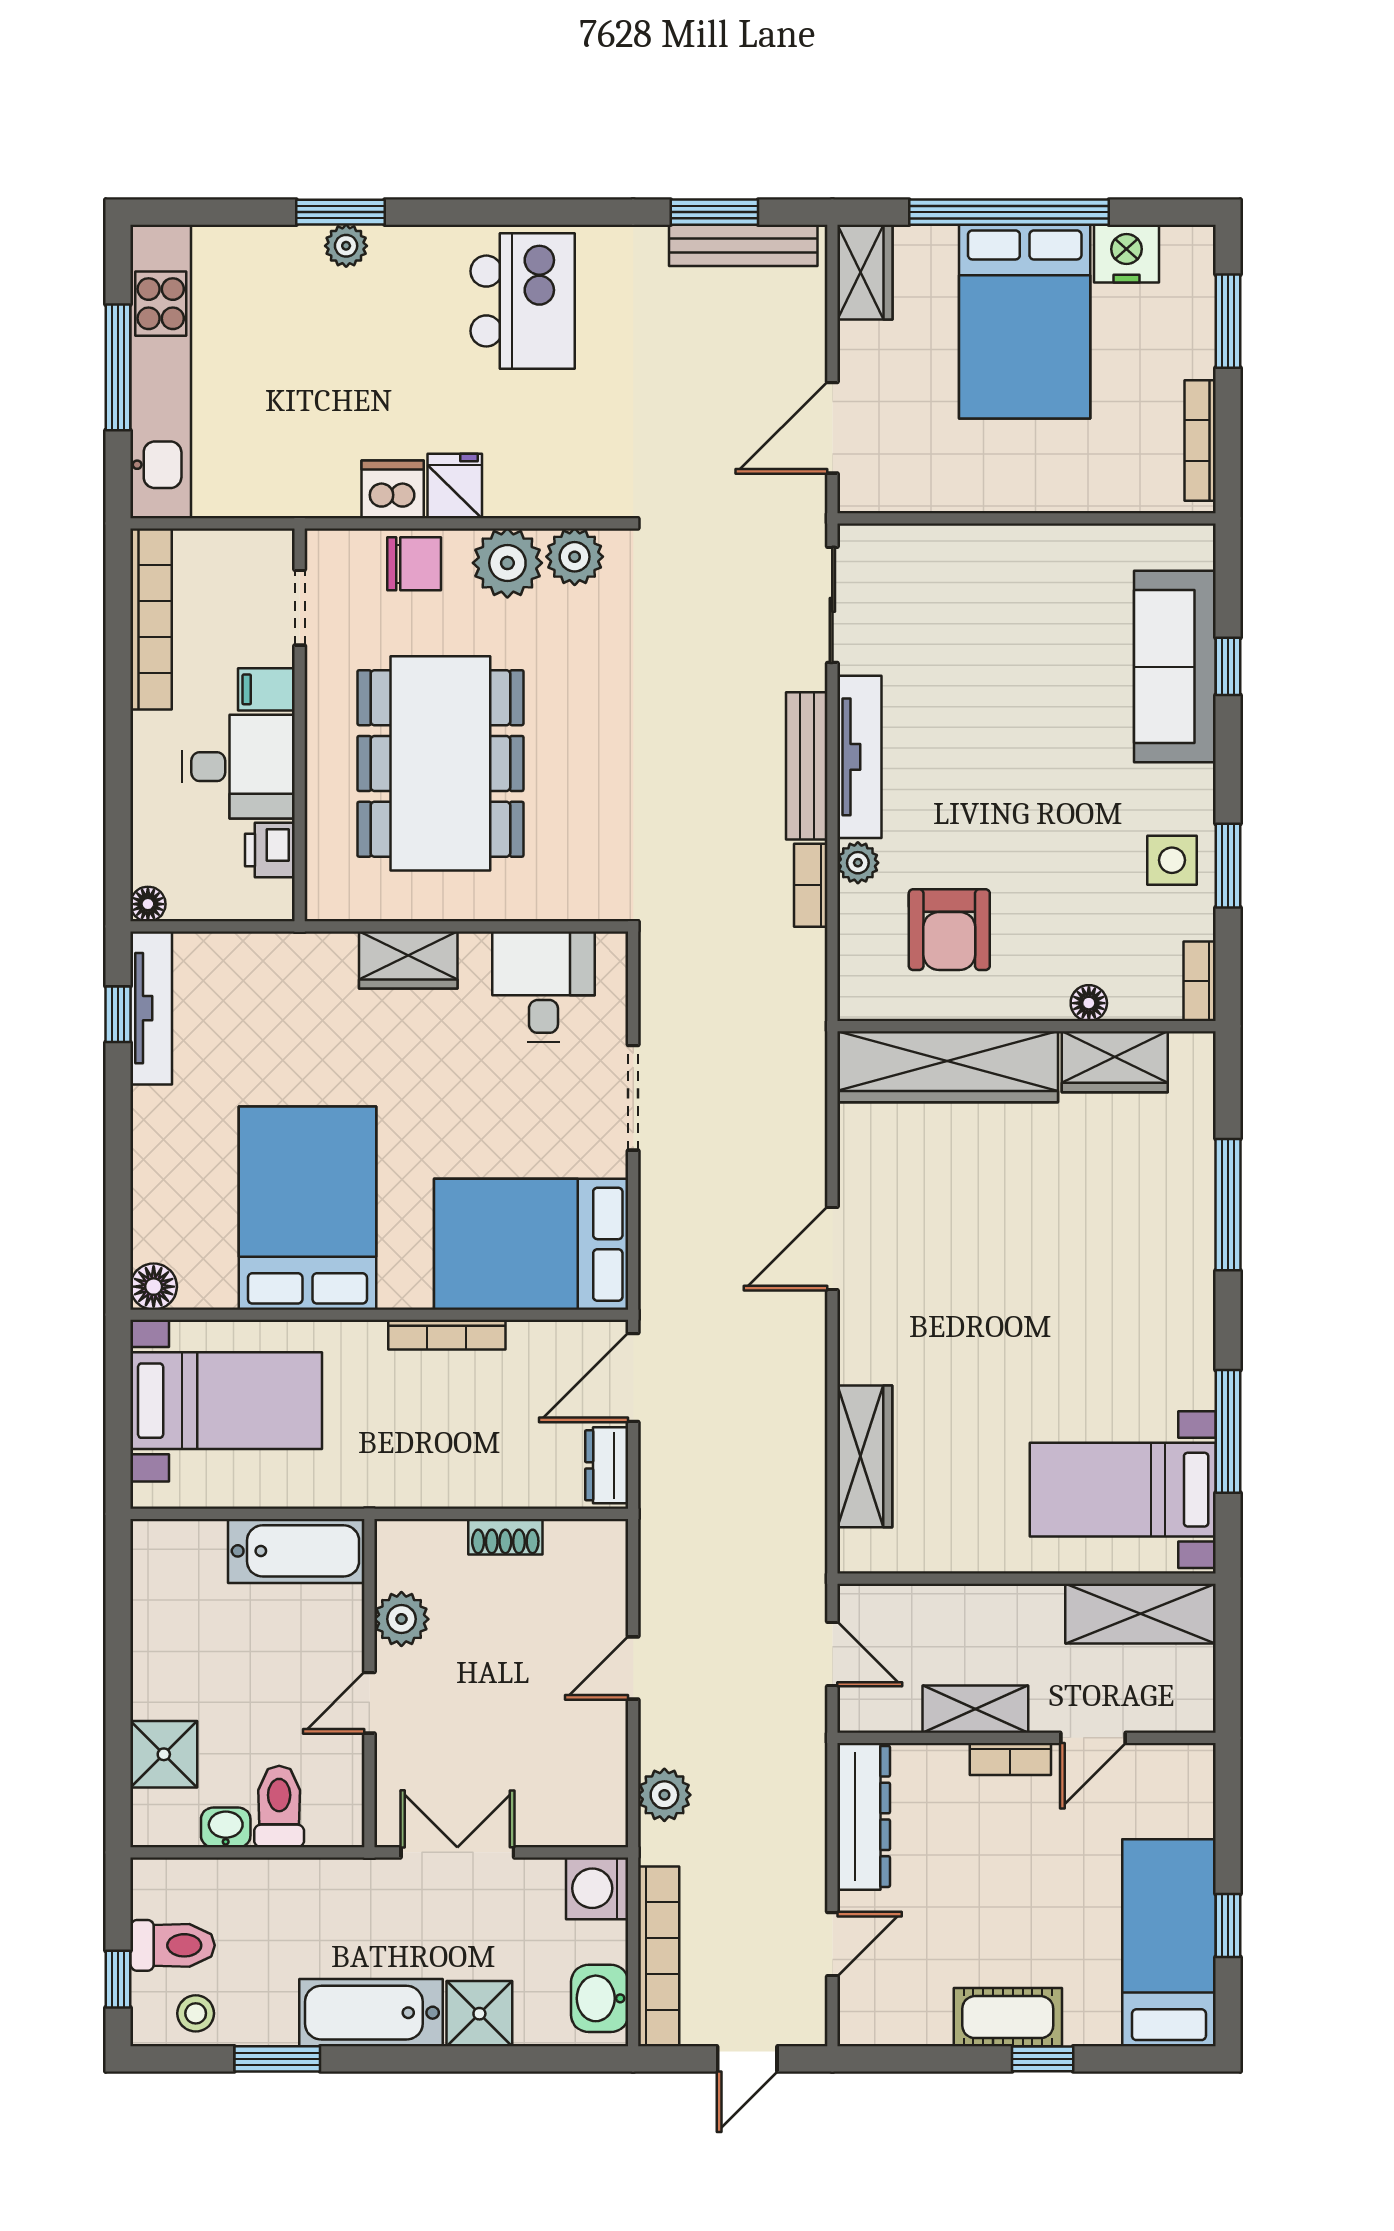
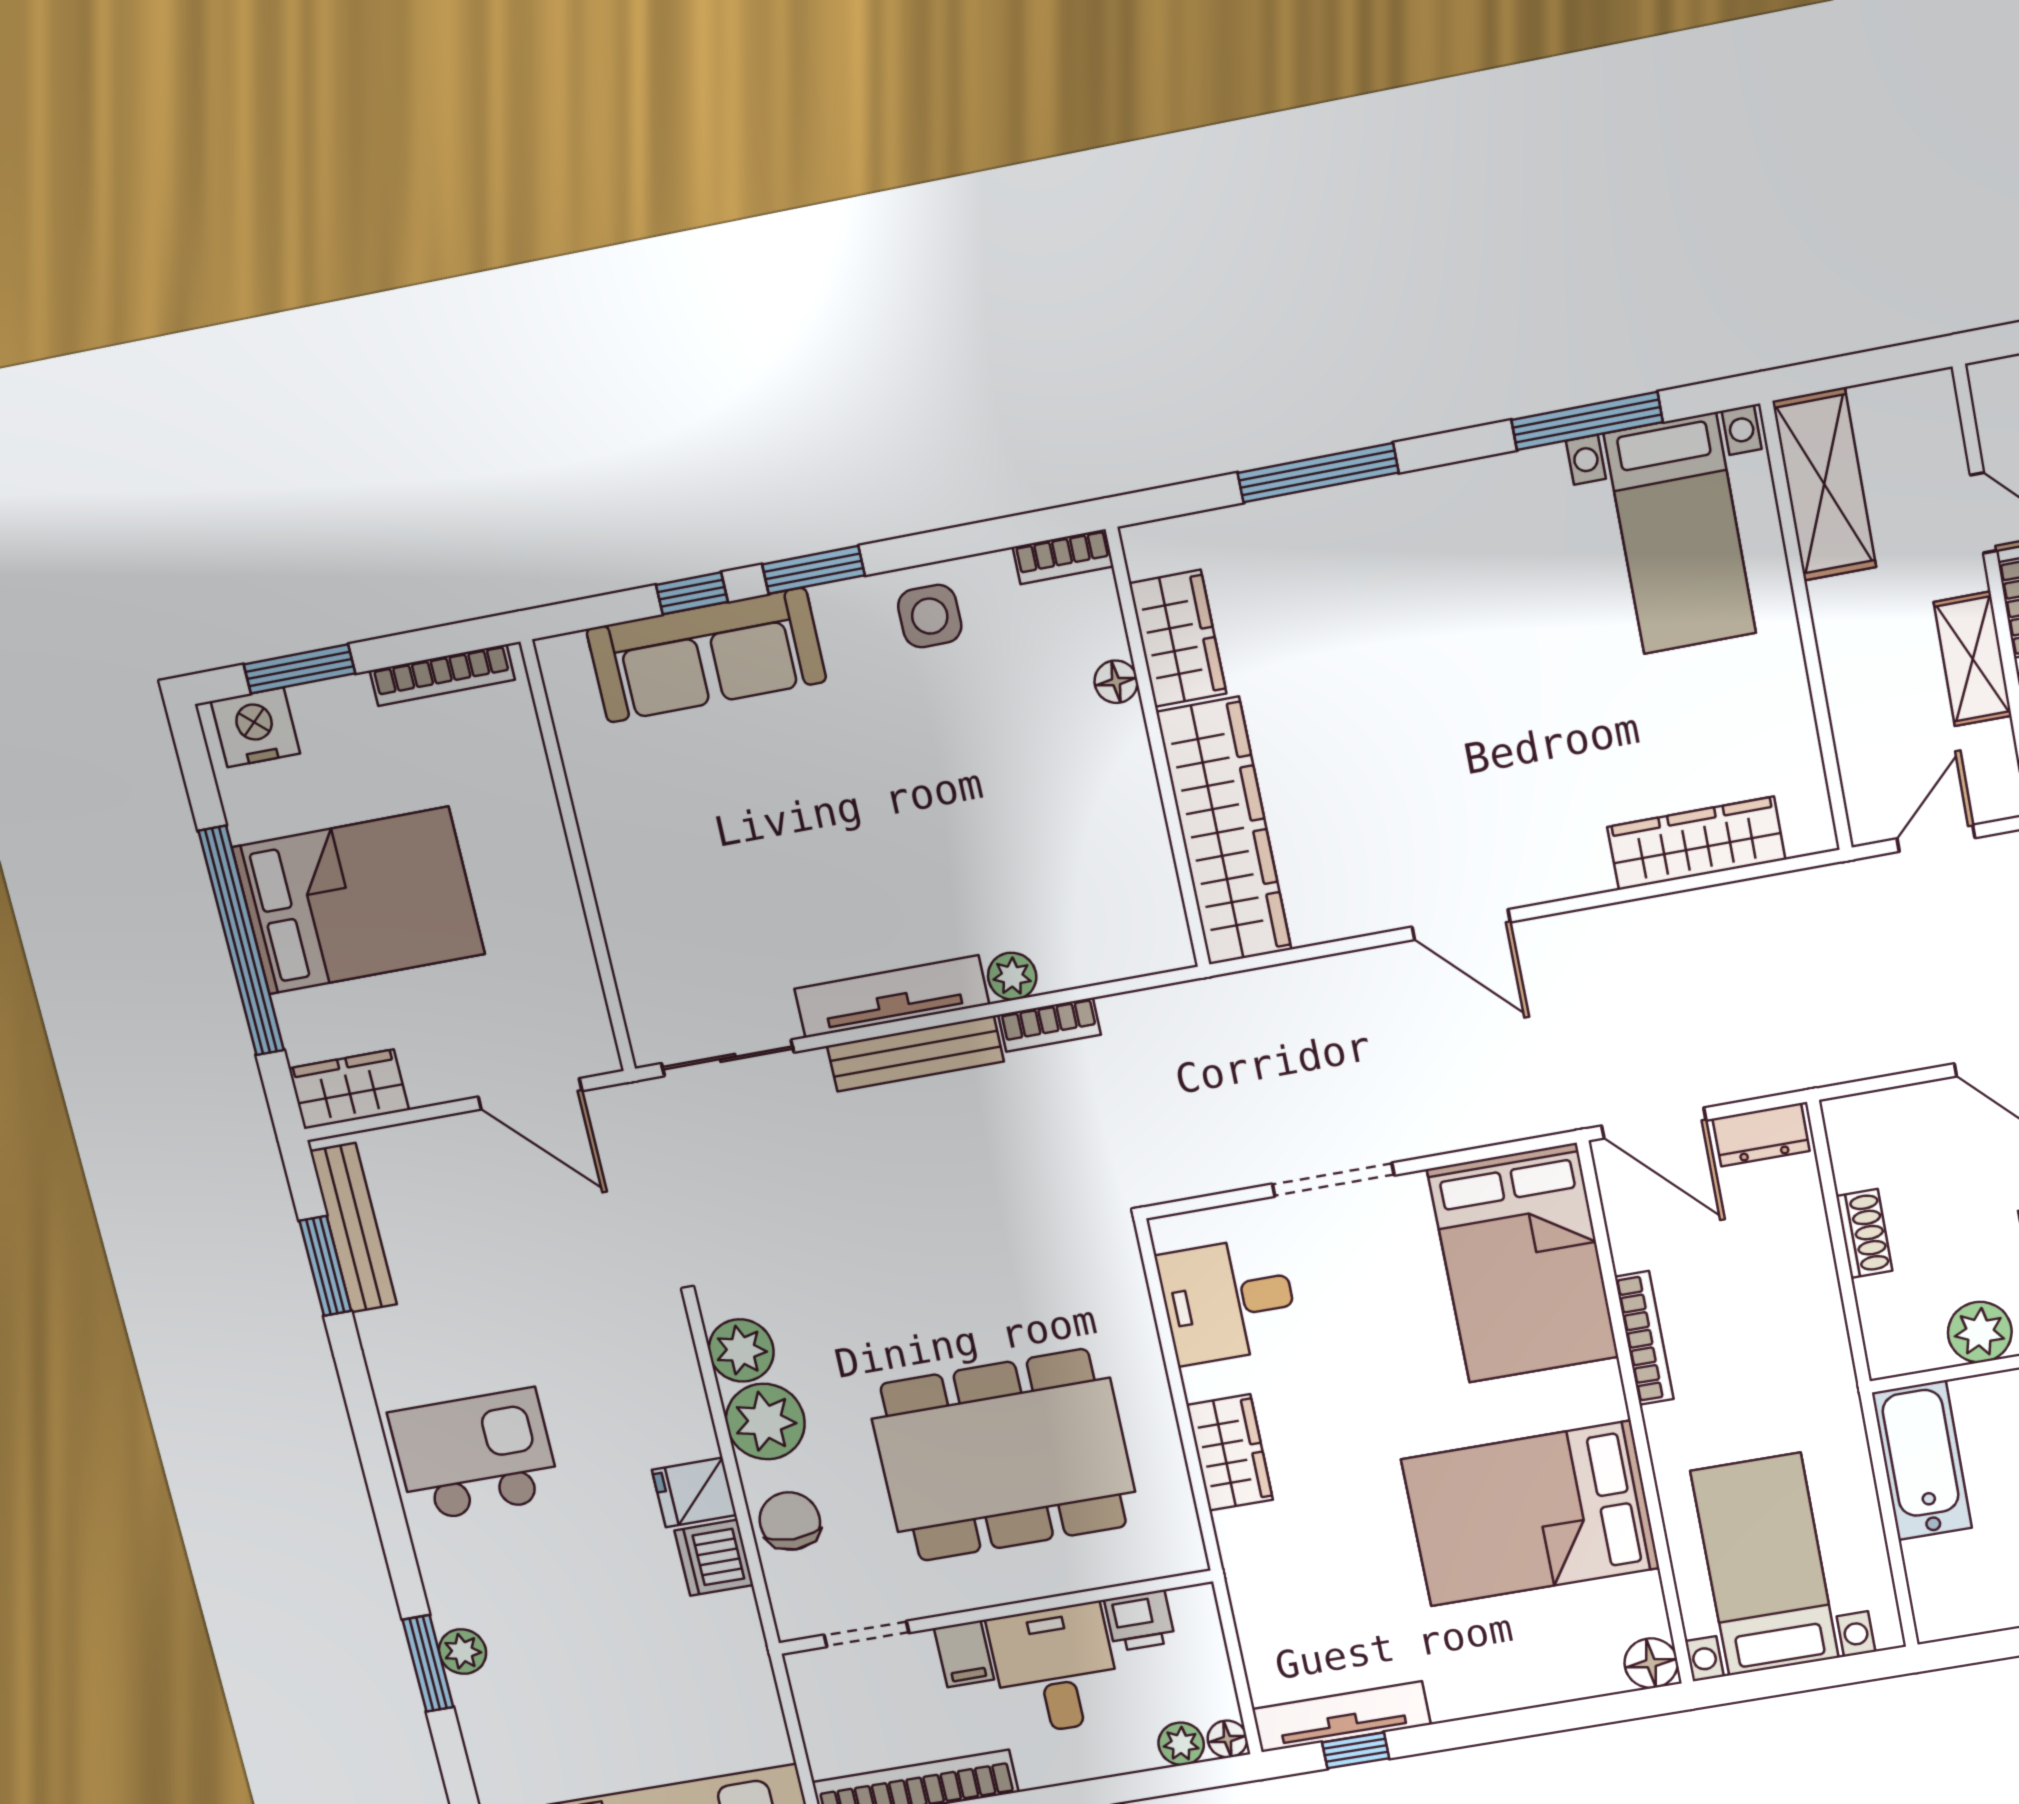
nightstand: (1126, 254) -> (255, 727), moved, turned 90
plant: (151, 862) -> (1181, 1744), added
window: (1228, 866) -> (813, 570), moved
armchair: (949, 930) -> (1066, 858), removed

